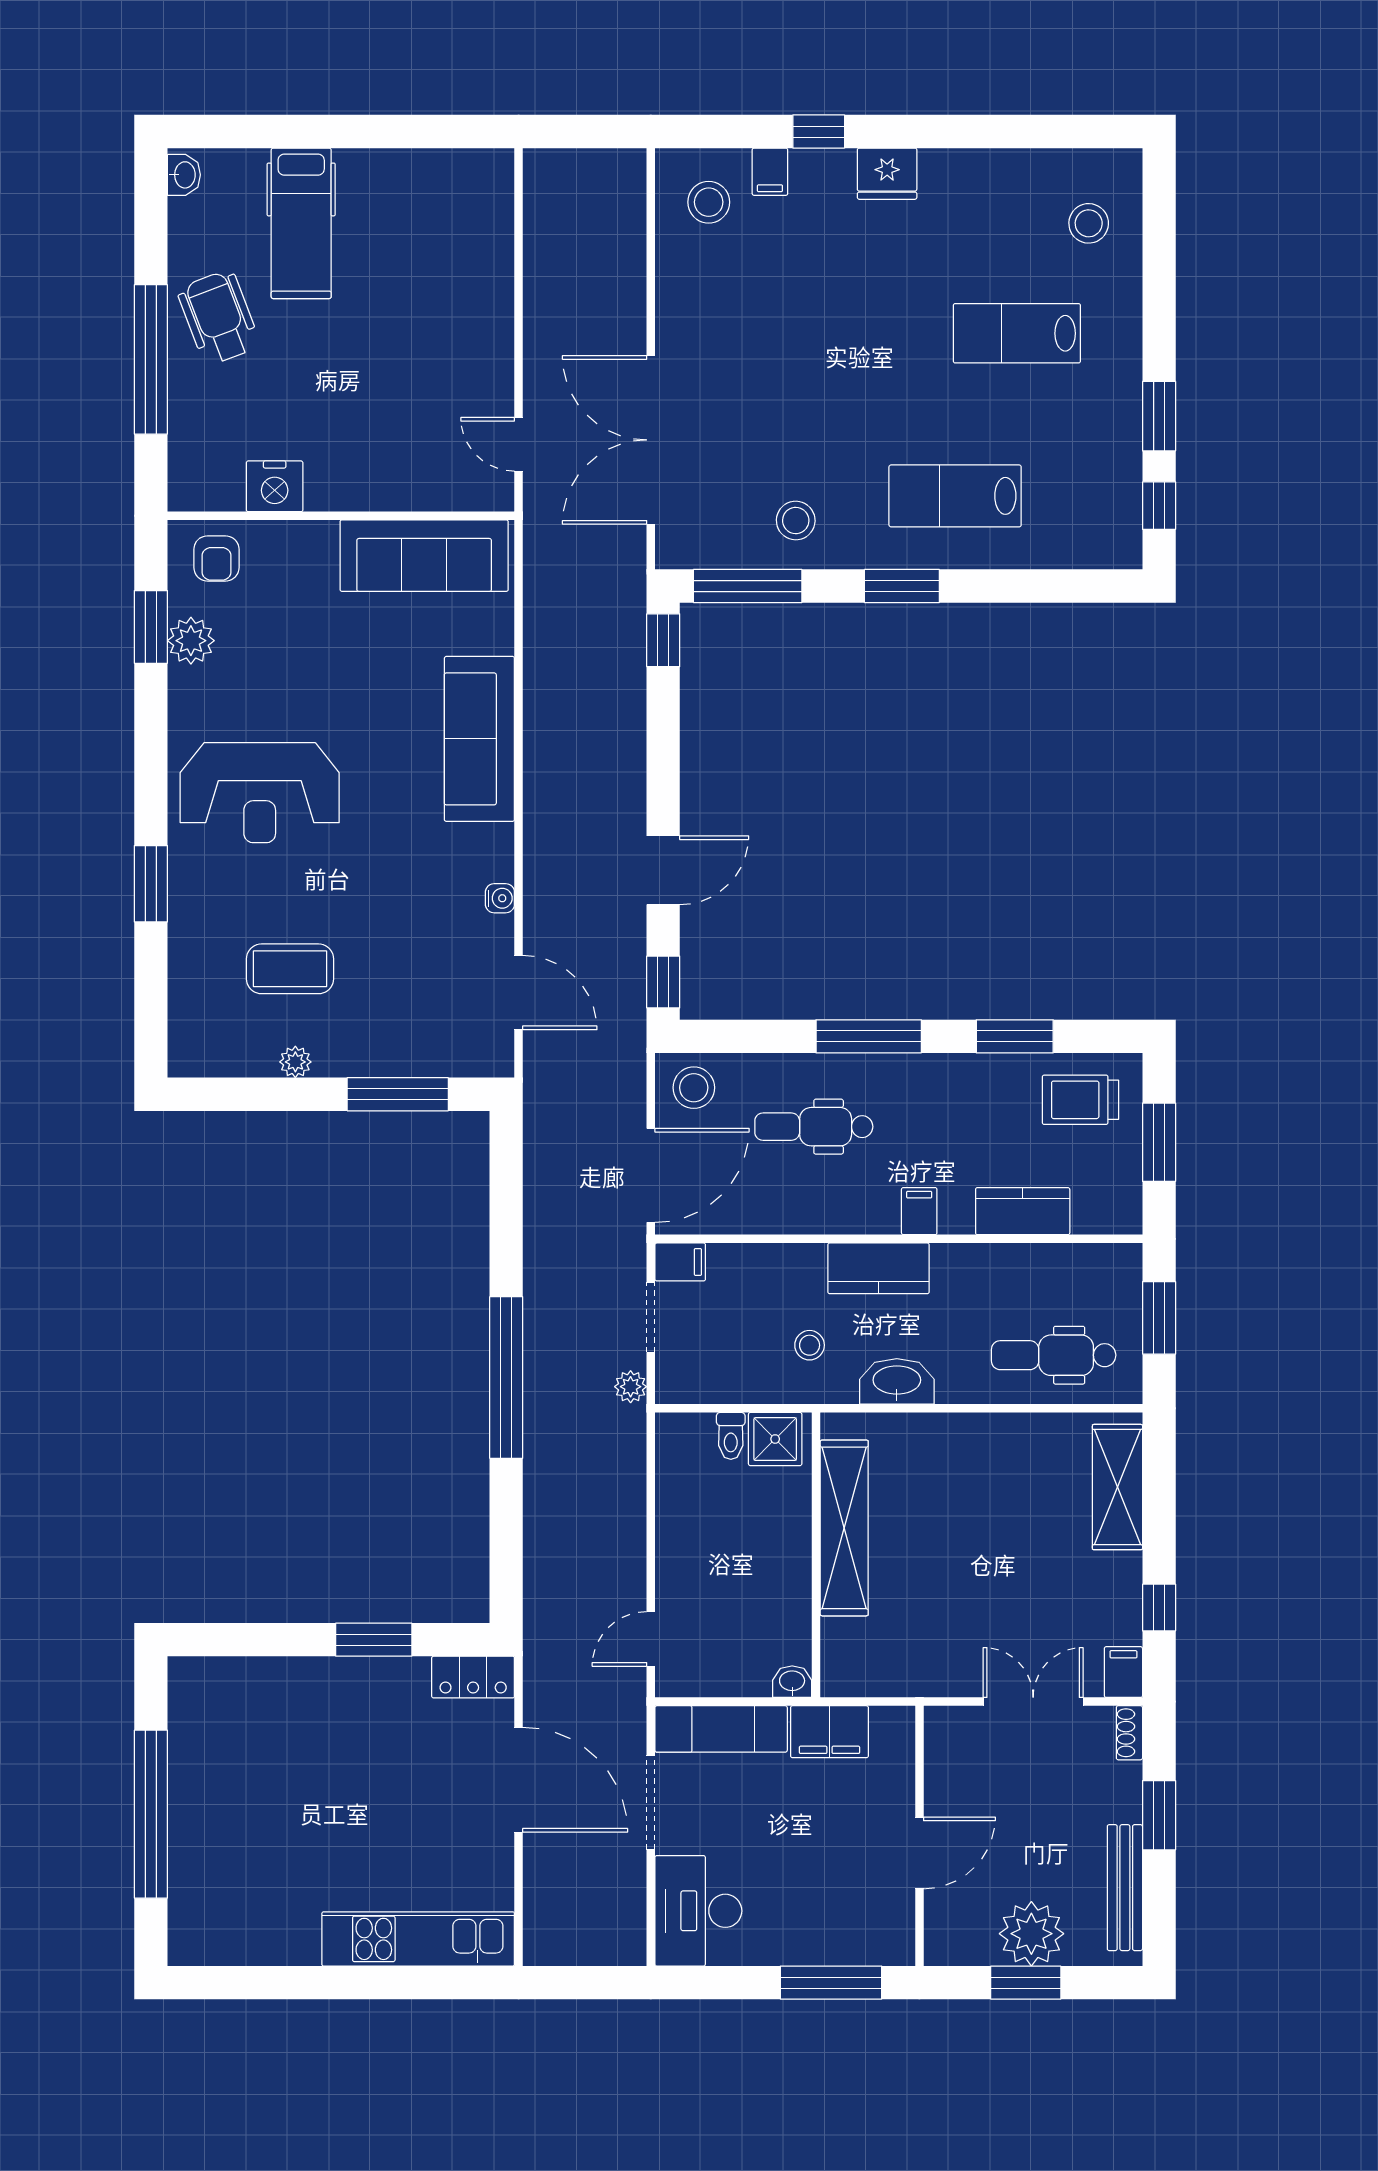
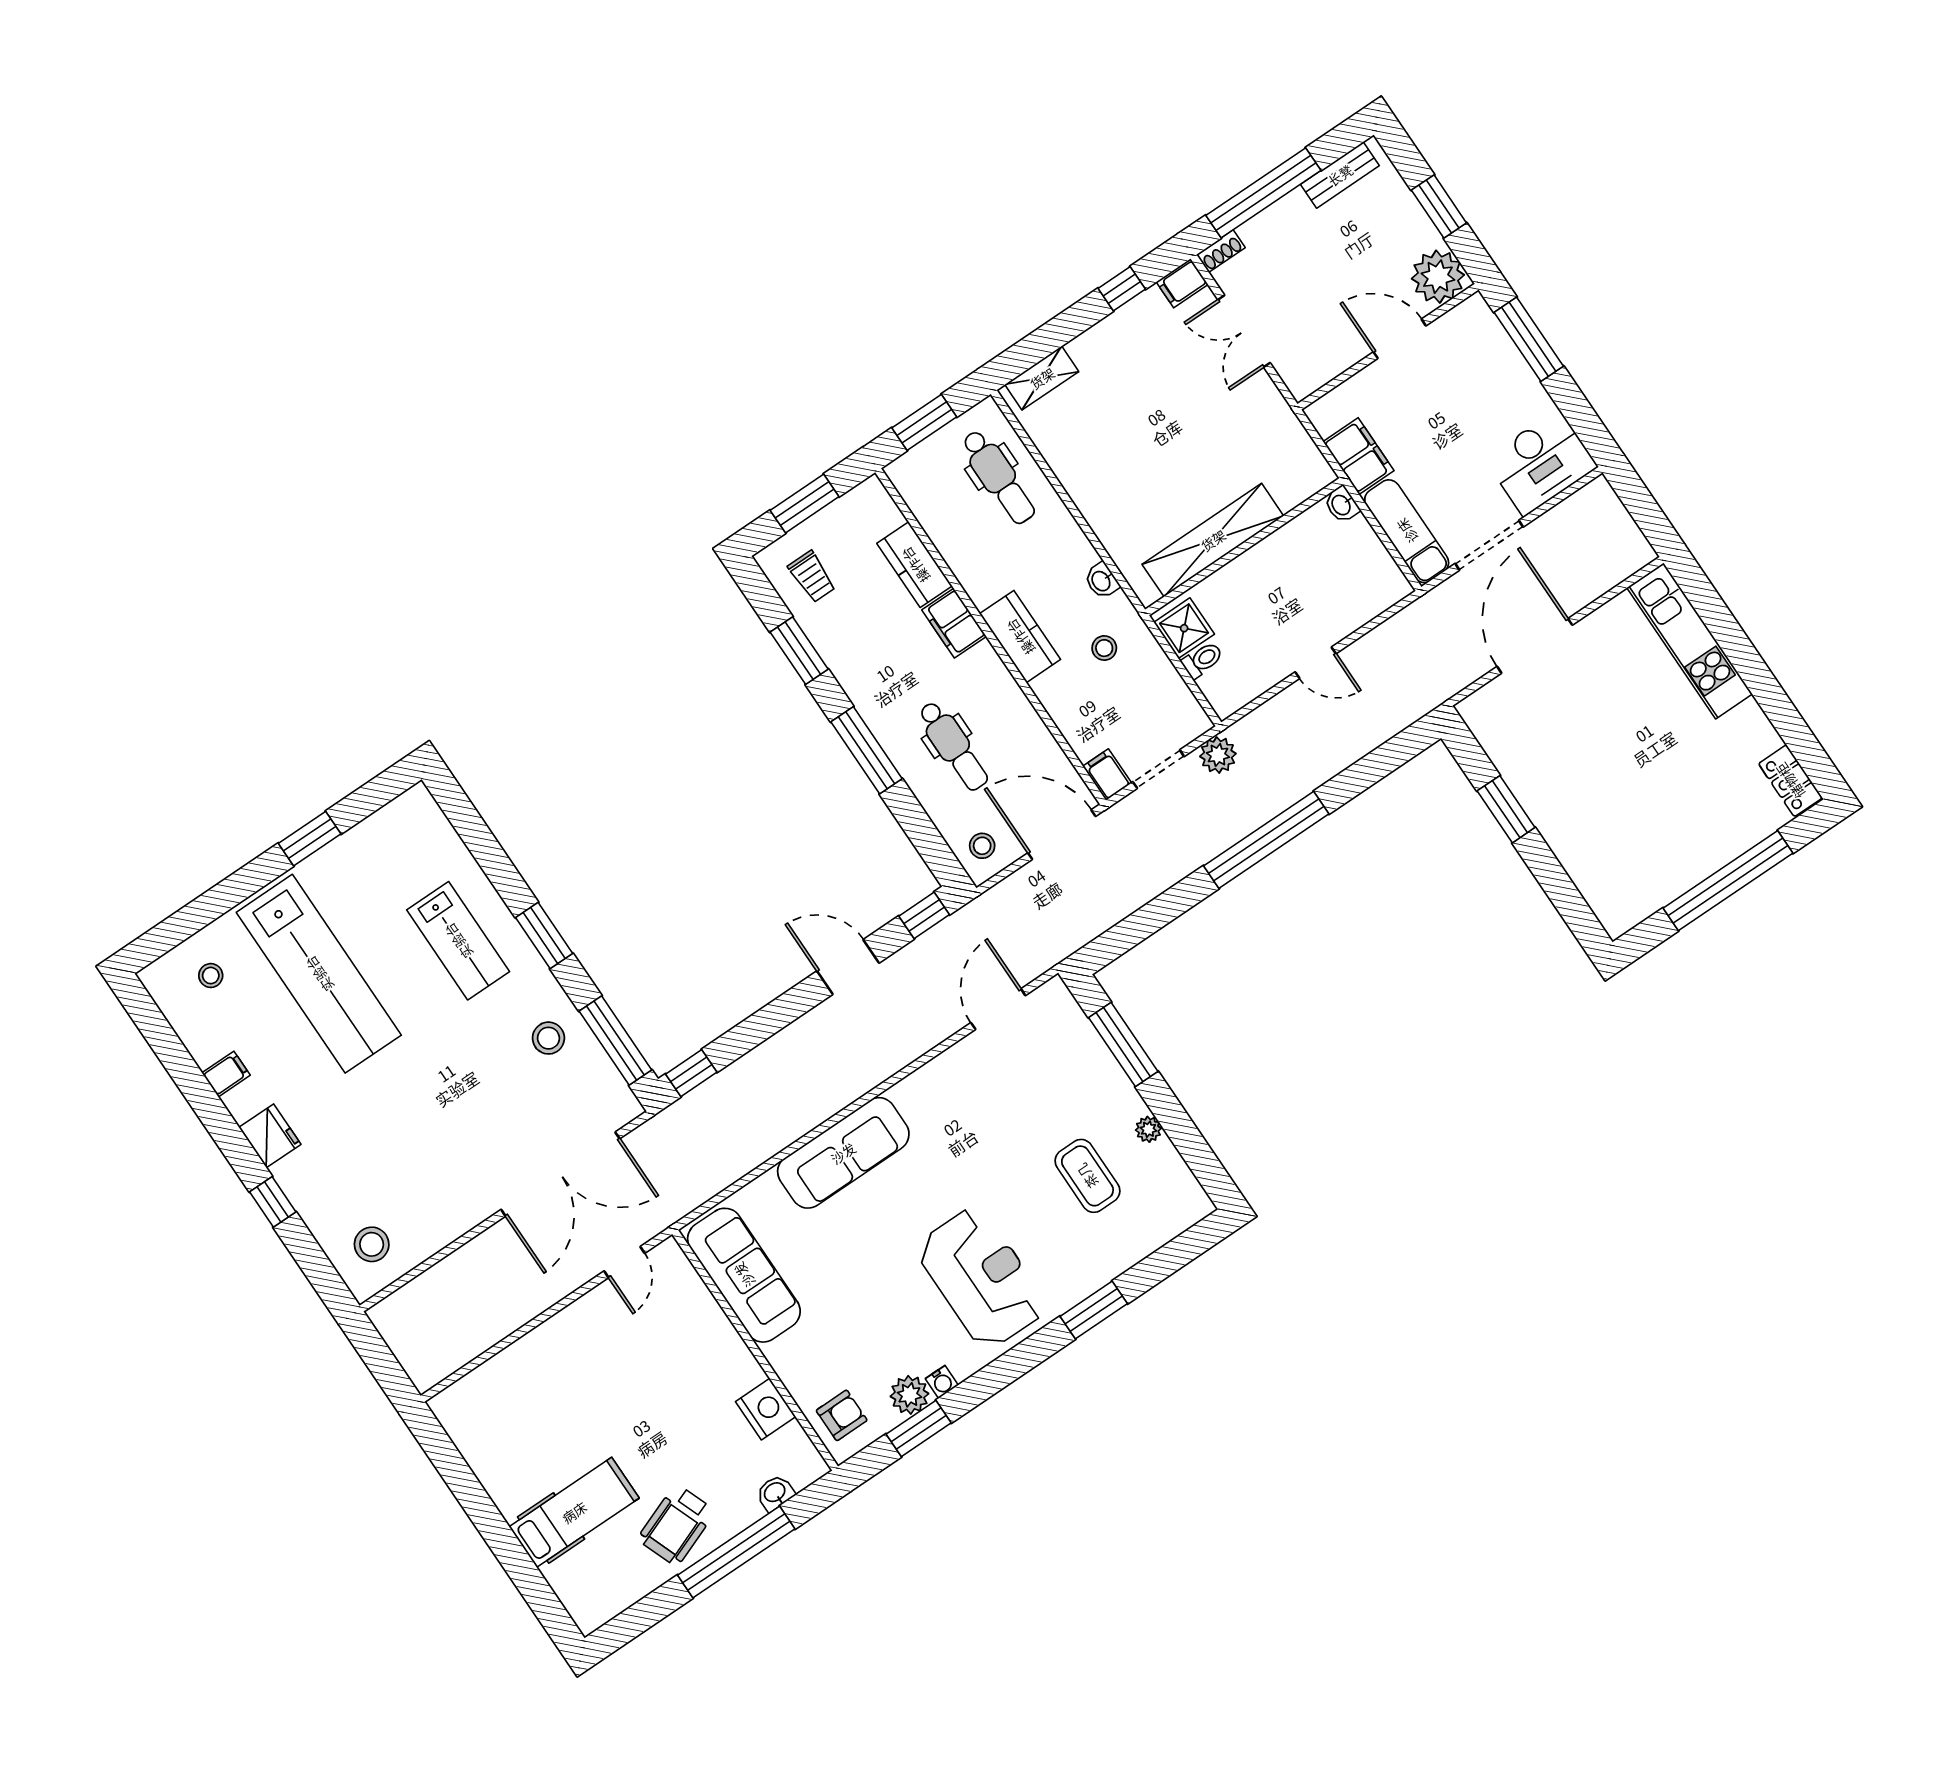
filing cabinet: (770, 172) -> (226, 1074), moved
washbasin: (184, 175) -> (775, 1493), moved
stool: (1089, 223) -> (211, 976), width x0.73, depth x0.73
lab bench: (1017, 333) -> (319, 974), width x1.86, depth x1.39
window: (1159, 506) -> (371, 797), removed
water cooler: (500, 898) -> (942, 1382), moved, turned 180
stool: (694, 1088) -> (982, 846), width x0.73, depth x0.73
trolley: (1080, 1100) -> (812, 577), width x0.73, depth x0.72
filing cabinet: (919, 1211) -> (954, 623), width x2.00
washbasin: (897, 1381) -> (1102, 581), width x0.52, depth x0.69
plant: (631, 1387) -> (1218, 755), width x1.38, depth x1.38
shelving: (1117, 1487) -> (1042, 378), width x0.67, depth x0.75
door: (651, 1639) -> (1316, 663), moved
locker: (473, 1677) -> (1790, 781), moved, turned 180
window: (1159, 1815) -> (1263, 193), width x2.11
bench: (1125, 1888) -> (1340, 175), width x0.73
plant: (1031, 1934) -> (1438, 277), moved

